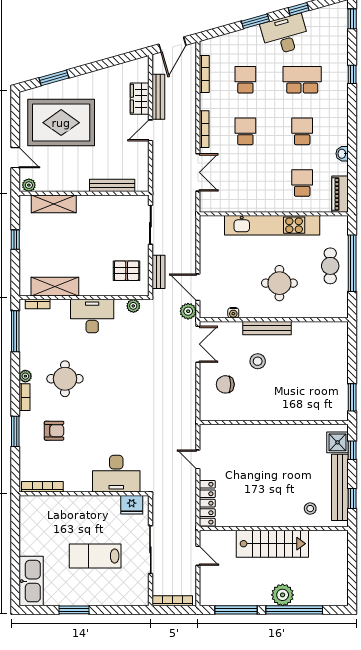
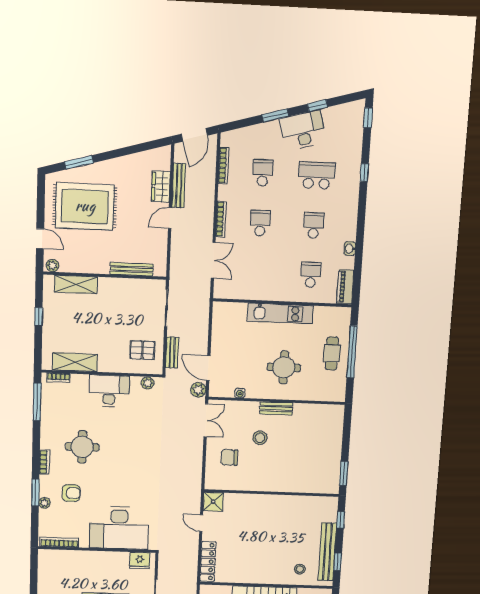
kitchen unit: (272, 225) -> (280, 313), width x0.73
bench: (267, 328) -> (276, 408), width x0.73
plant: (25, 376) -> (44, 503), moved
shower: (338, 442) -> (213, 502), moved
desk: (116, 474) -> (119, 528), width x1.36, depth x1.30

